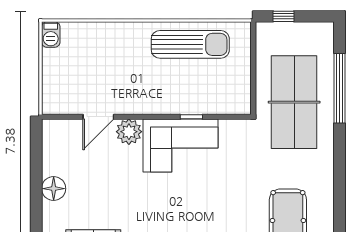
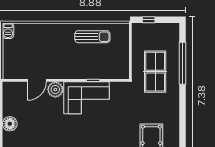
sun lounger: (190, 44) -> (92, 37), width x0.73, depth x0.75
table tennis table: (294, 102) -> (155, 72), width x0.73, depth x0.76

